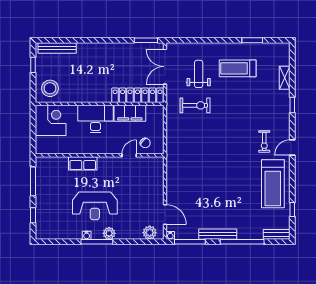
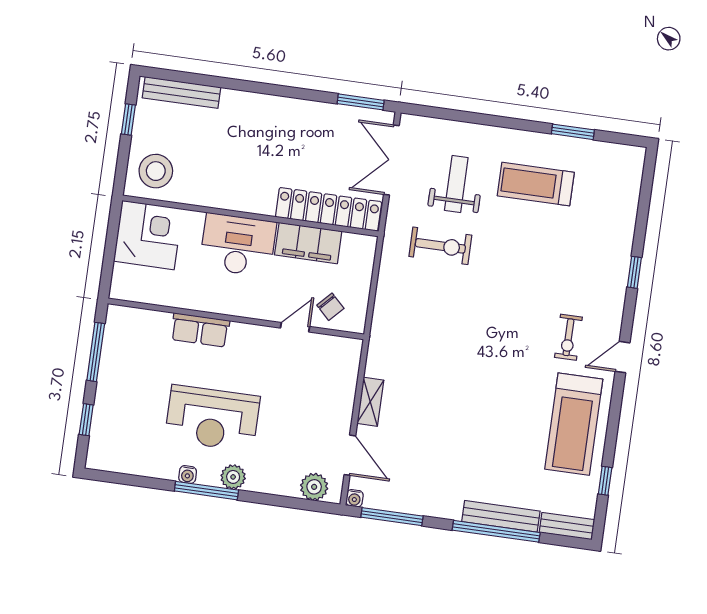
shelving: (285, 78) -> (370, 402), moved
bench: (218, 234) -> (501, 516), moved

